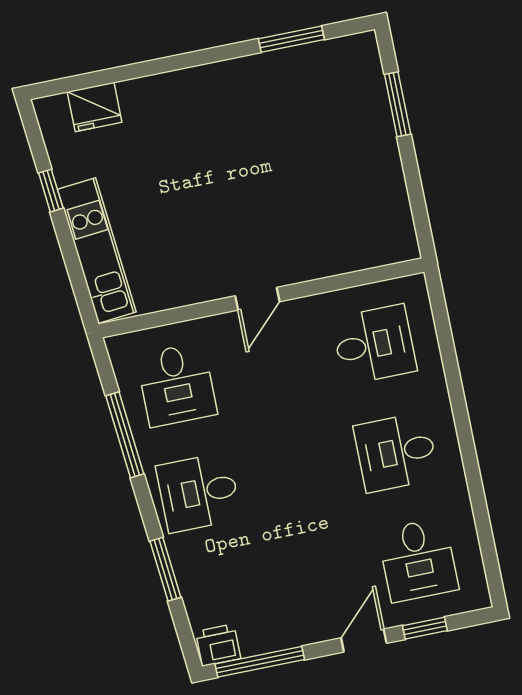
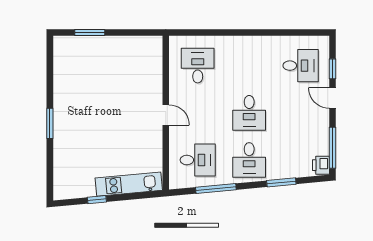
window: (291, 39) -> (50, 123), moved
fridge: (95, 107) -> (63, 172), removed
desk: (396, 452) -> (249, 113), moved

